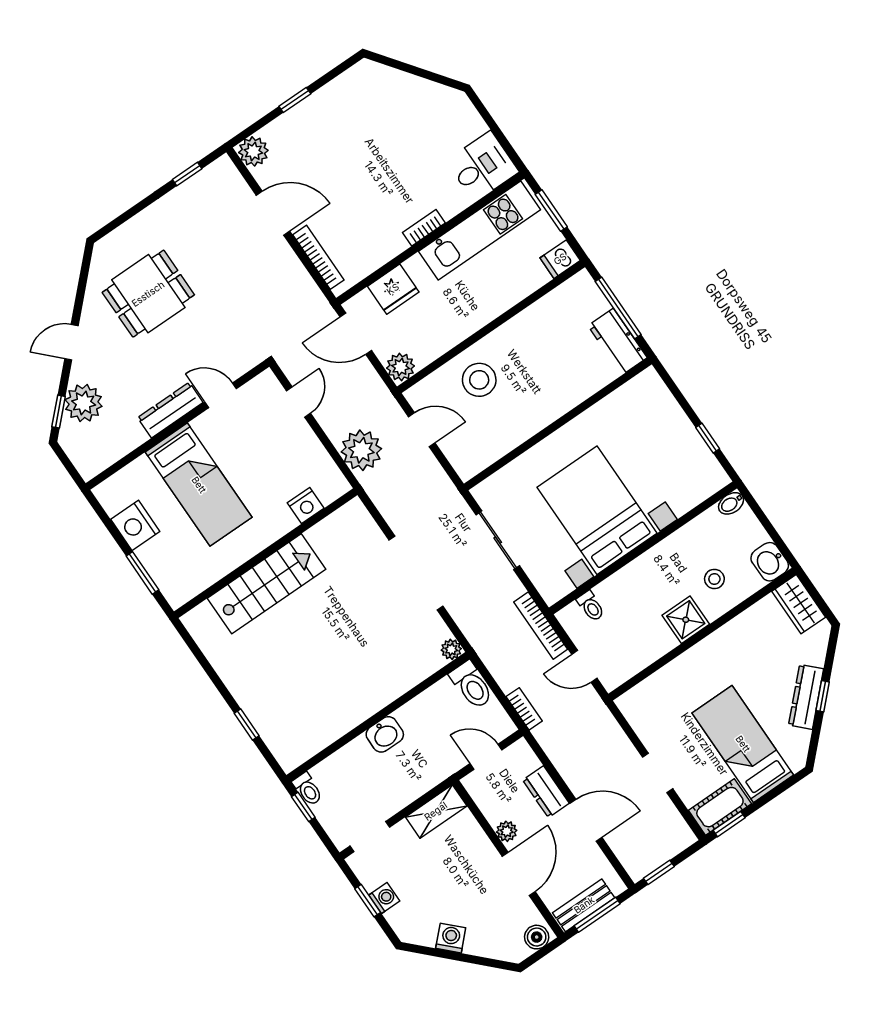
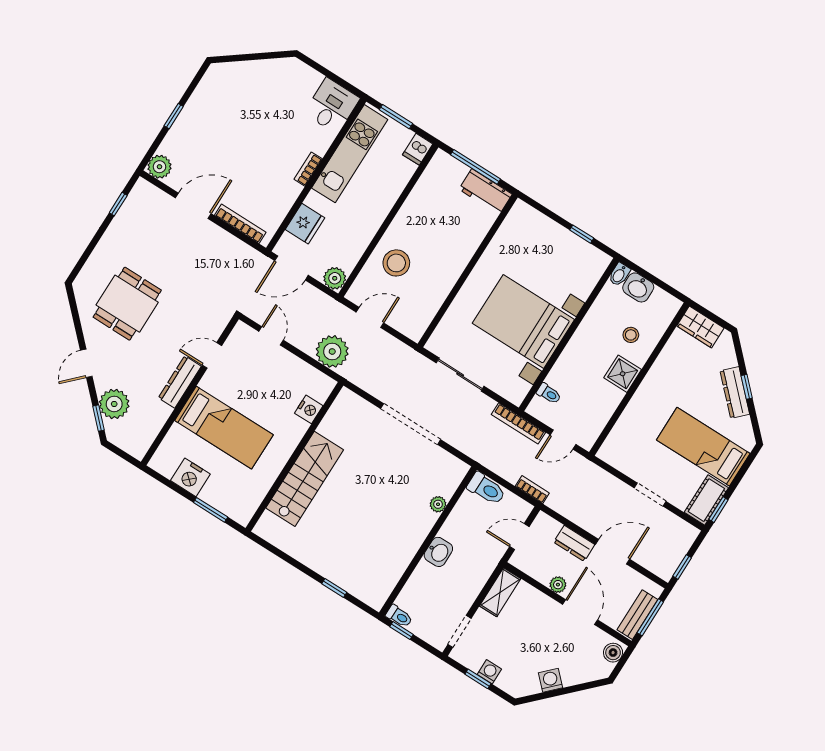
washbasin: (770, 562) -> (638, 287), moved
plant: (451, 649) -> (438, 504), moved

